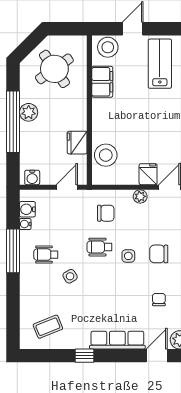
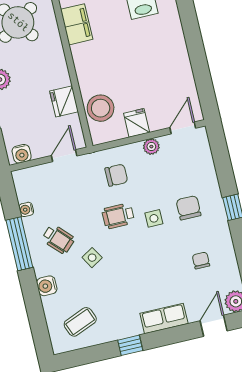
fridge: (148, 174) -> (137, 123), moved
water cooler: (27, 209) -> (47, 286), moved
chair: (159, 254) -> (189, 208), turned 90
wheelchair: (46, 255) -> (58, 239), turned -134
row of seats: (117, 340) -> (164, 318), width x0.68

